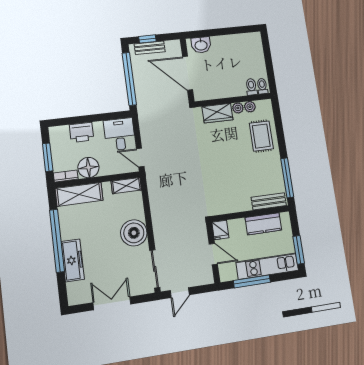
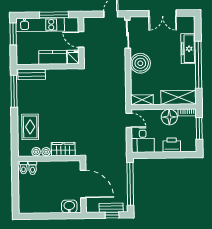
kitchen counter: (263, 224) -> (53, 57), moved

